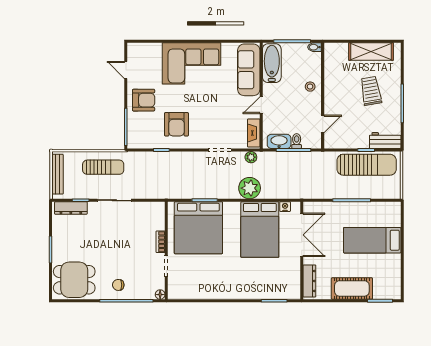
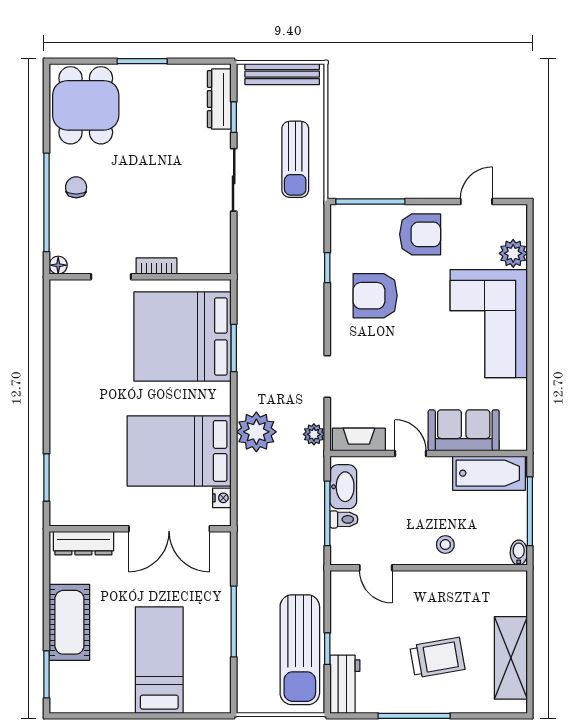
plant: (154, 50) -> (513, 253), added
sofa: (249, 70) -> (464, 430), width x0.73
armchair: (144, 100) -> (420, 234), turned -90

